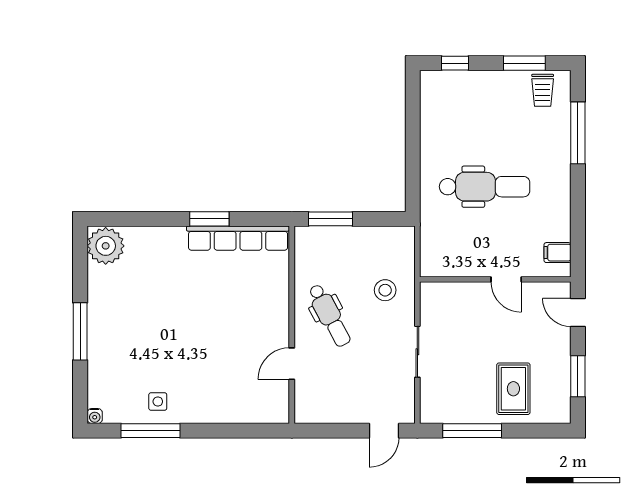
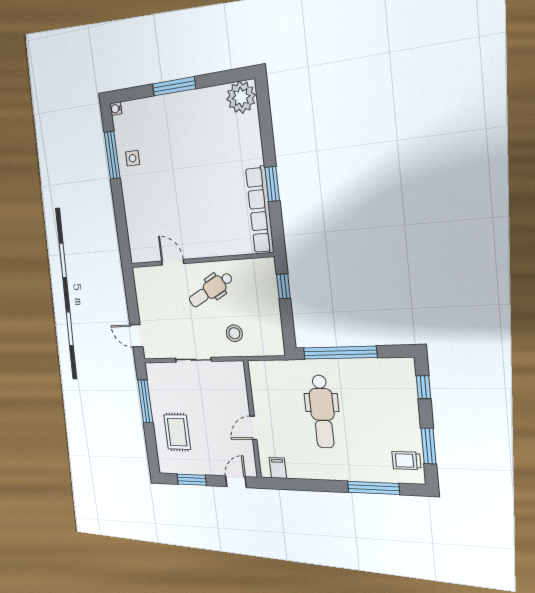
window: (413, 157) -> (340, 353), added
window: (330, 219) -> (283, 286), width x0.67
rug: (513, 389) -> (177, 432), turned 90

